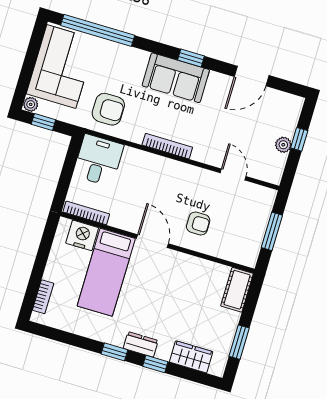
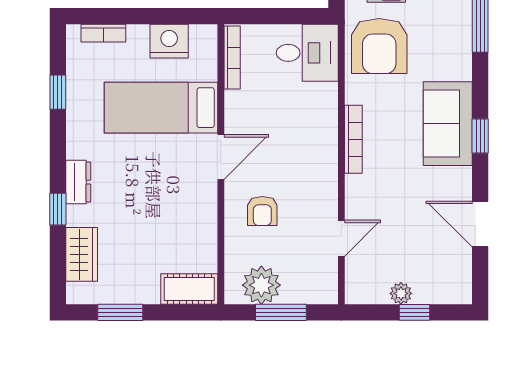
armchair: (108, 109) -> (379, 46), width x1.36, depth x1.36
nightstand: (82, 235) -> (169, 41), moved, turned -90
plant: (249, 239) -> (261, 285), added
window: (114, 352) -> (58, 92), moved

